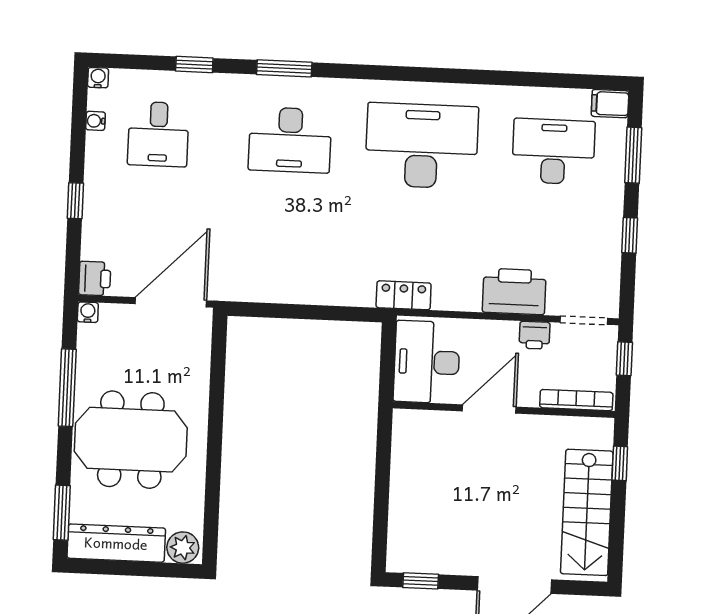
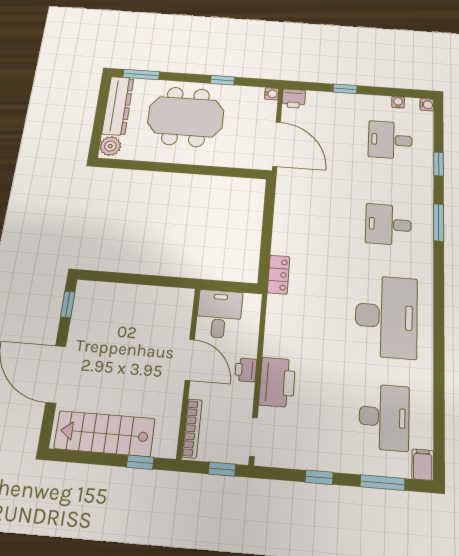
desk: (290, 140) -> (388, 225), width x0.73
locker: (404, 295) -> (279, 275), moved
printer: (535, 335) -> (246, 370), moved
desk: (427, 362) -> (219, 314), width x0.73
window: (67, 388) -> (223, 80), width x0.46
meeting table: (131, 440) -> (186, 117), turned 90

